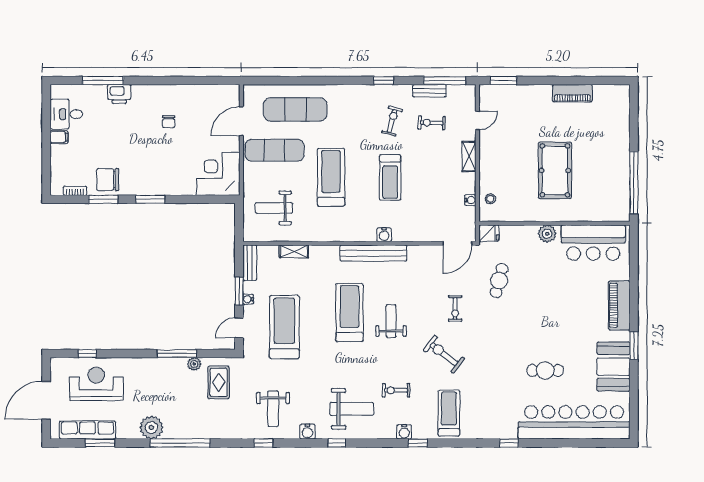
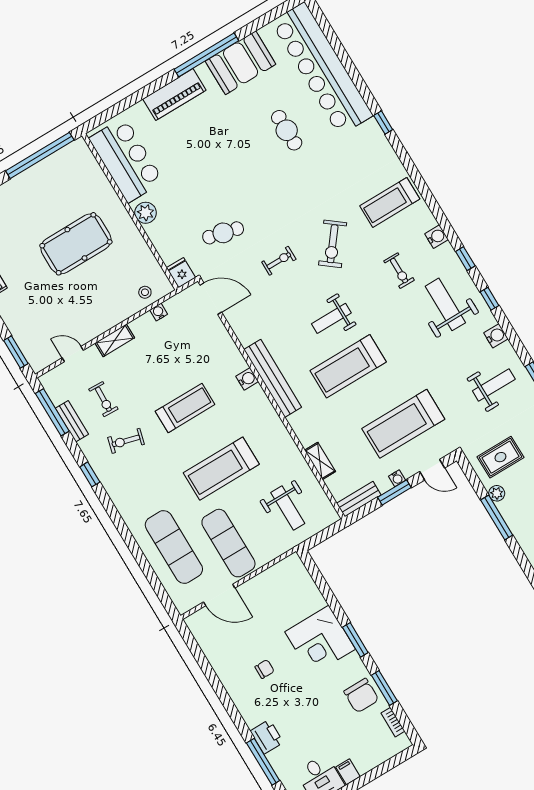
corner desk: (218, 174) -> (320, 640), moved
window: (634, 346) -> (206, 55), width x2.11
window: (418, 443) -> (465, 259), moved

